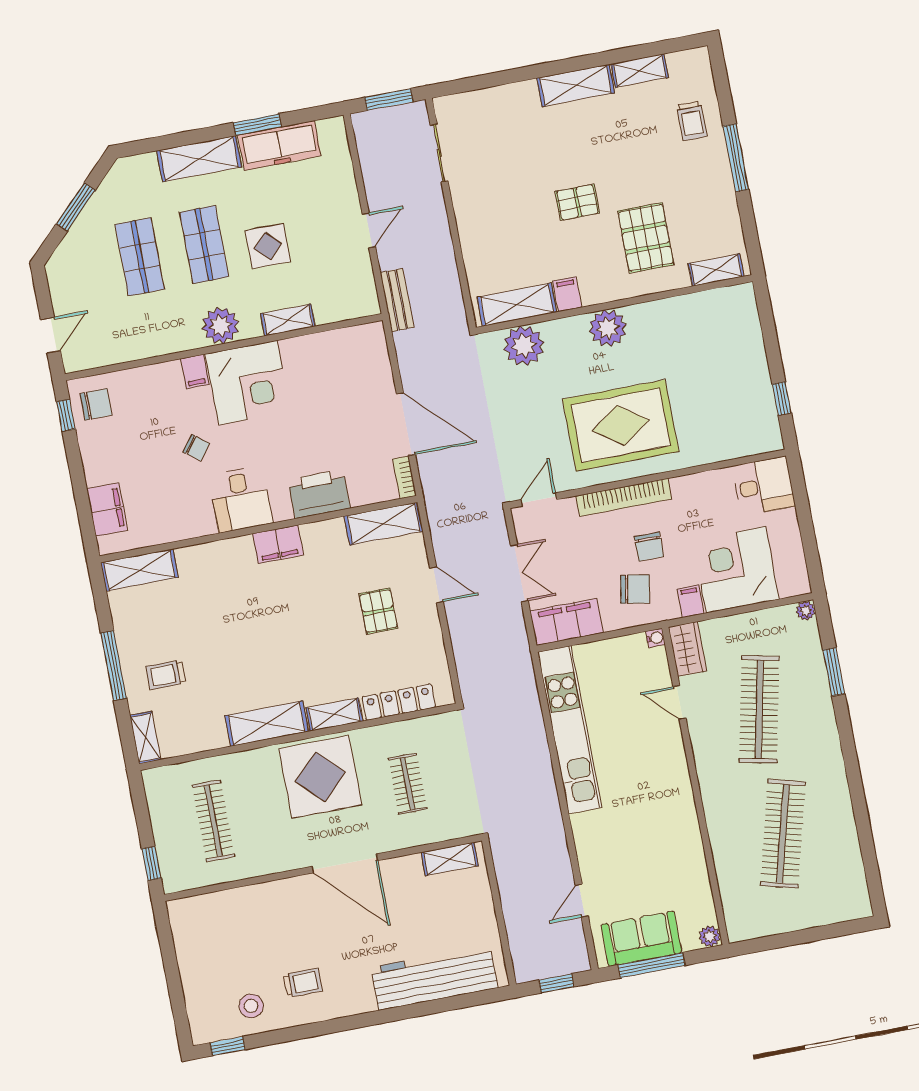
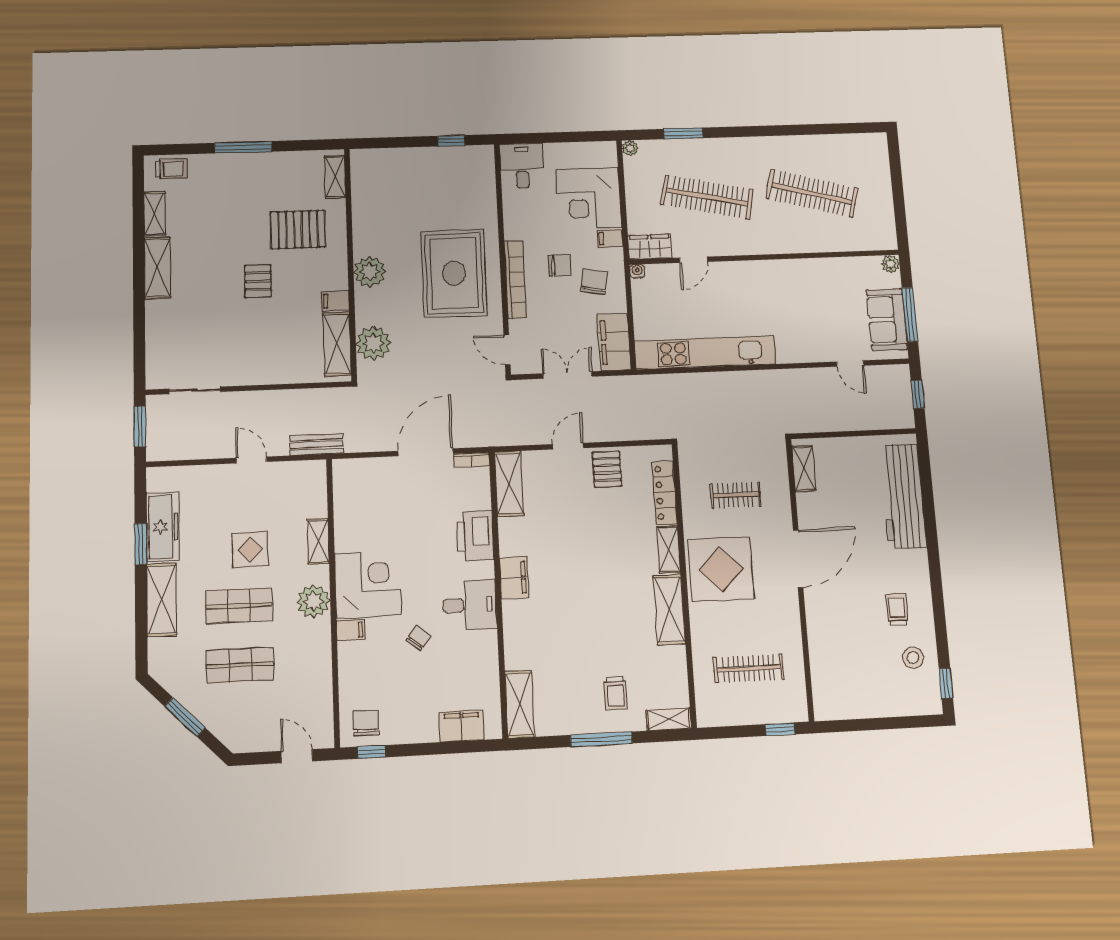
trolley: (692, 121) -> (171, 169), moved
pallet: (378, 611) -> (607, 469), moved, turned 90

